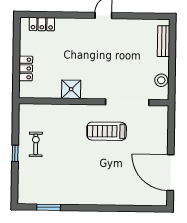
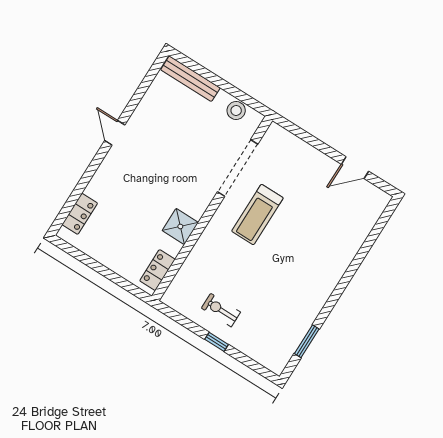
bench: (164, 41) -> (190, 79), width x1.36
locker: (26, 68) -> (157, 270), moved, turned -90
door: (171, 173) -> (355, 168), width x0.53

